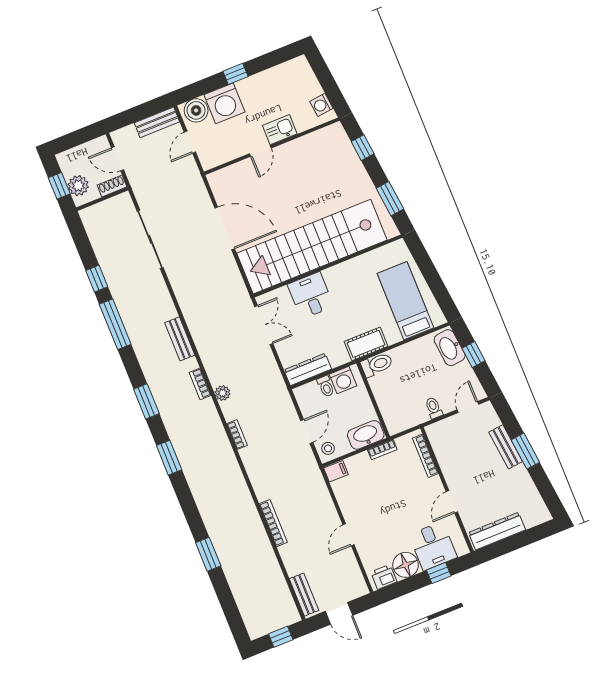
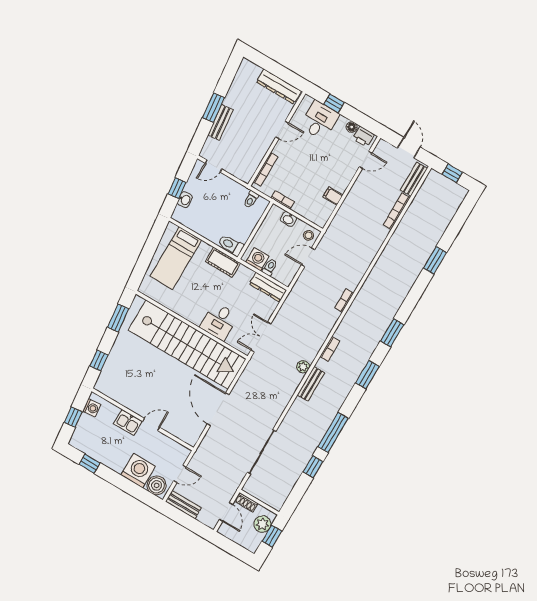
window: (235, 74) -> (90, 464), moved
window: (326, 80) -> (73, 417), added
washbasin: (450, 348) -> (185, 200), width x0.52, depth x0.69
plant: (222, 393) -> (303, 367), moved
toilet: (434, 408) -> (251, 199), moved
washbasin: (366, 435) -> (288, 219), width x0.52, depth x0.69
filing cabinet: (336, 471) -> (333, 196), moved
bookcase: (273, 523) -> (397, 211), moved
door: (349, 535) -> (366, 160), moved
floor lamp: (406, 565) -> (352, 127), width x0.53, depth x0.53

